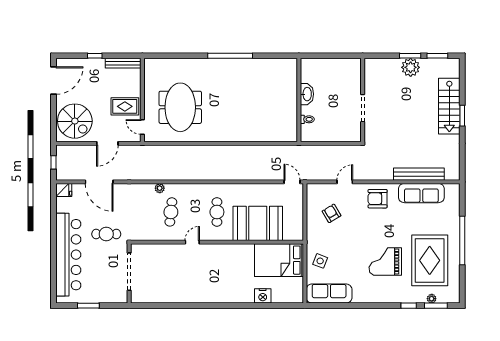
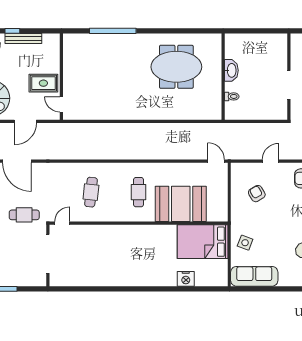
window: (230, 56) -> (113, 31), moved
bench: (123, 63) -> (23, 38), moved
meeting table: (180, 107) -> (176, 67), moved, turned 90
plant: (160, 188) -> (79, 168), removed
door: (192, 242) -> (62, 223), moved

